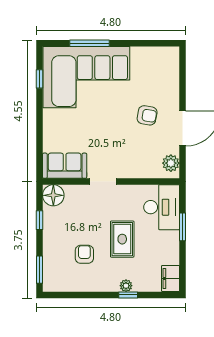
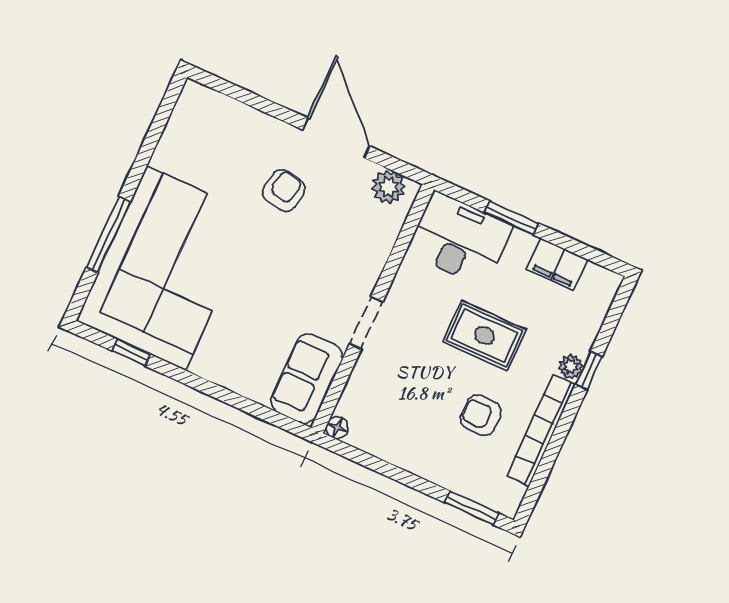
floor lamp: (53, 195) -> (337, 428), width x0.53, depth x0.53
window: (40, 220) -> (383, 468), removed
filing cabinet: (171, 278) -> (557, 265), moved
bookcase: (90, 285) -> (541, 430), added

